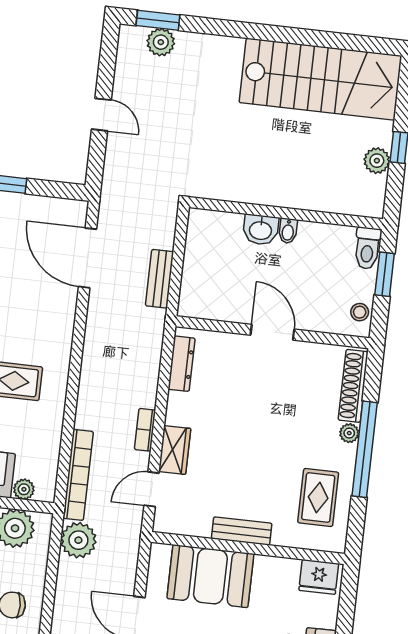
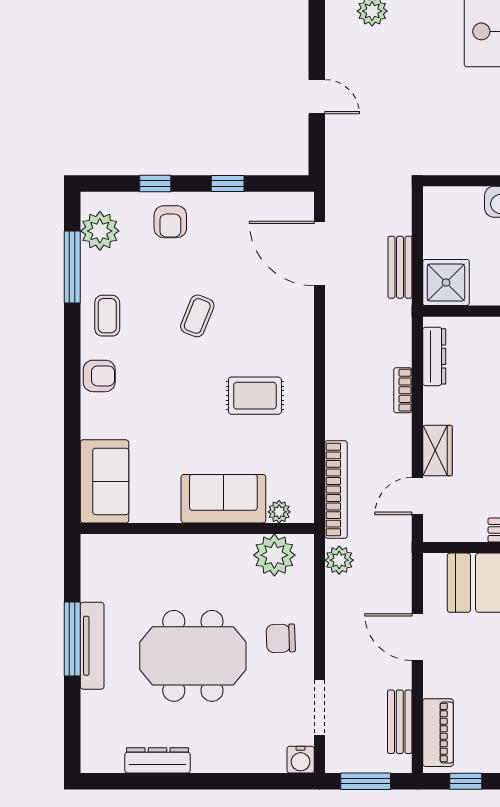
shower: (200, 297) -> (446, 282), added
bookcase: (145, 430) -> (403, 390), moved
plant: (78, 540) -> (339, 560), width x0.73, depth x0.73

